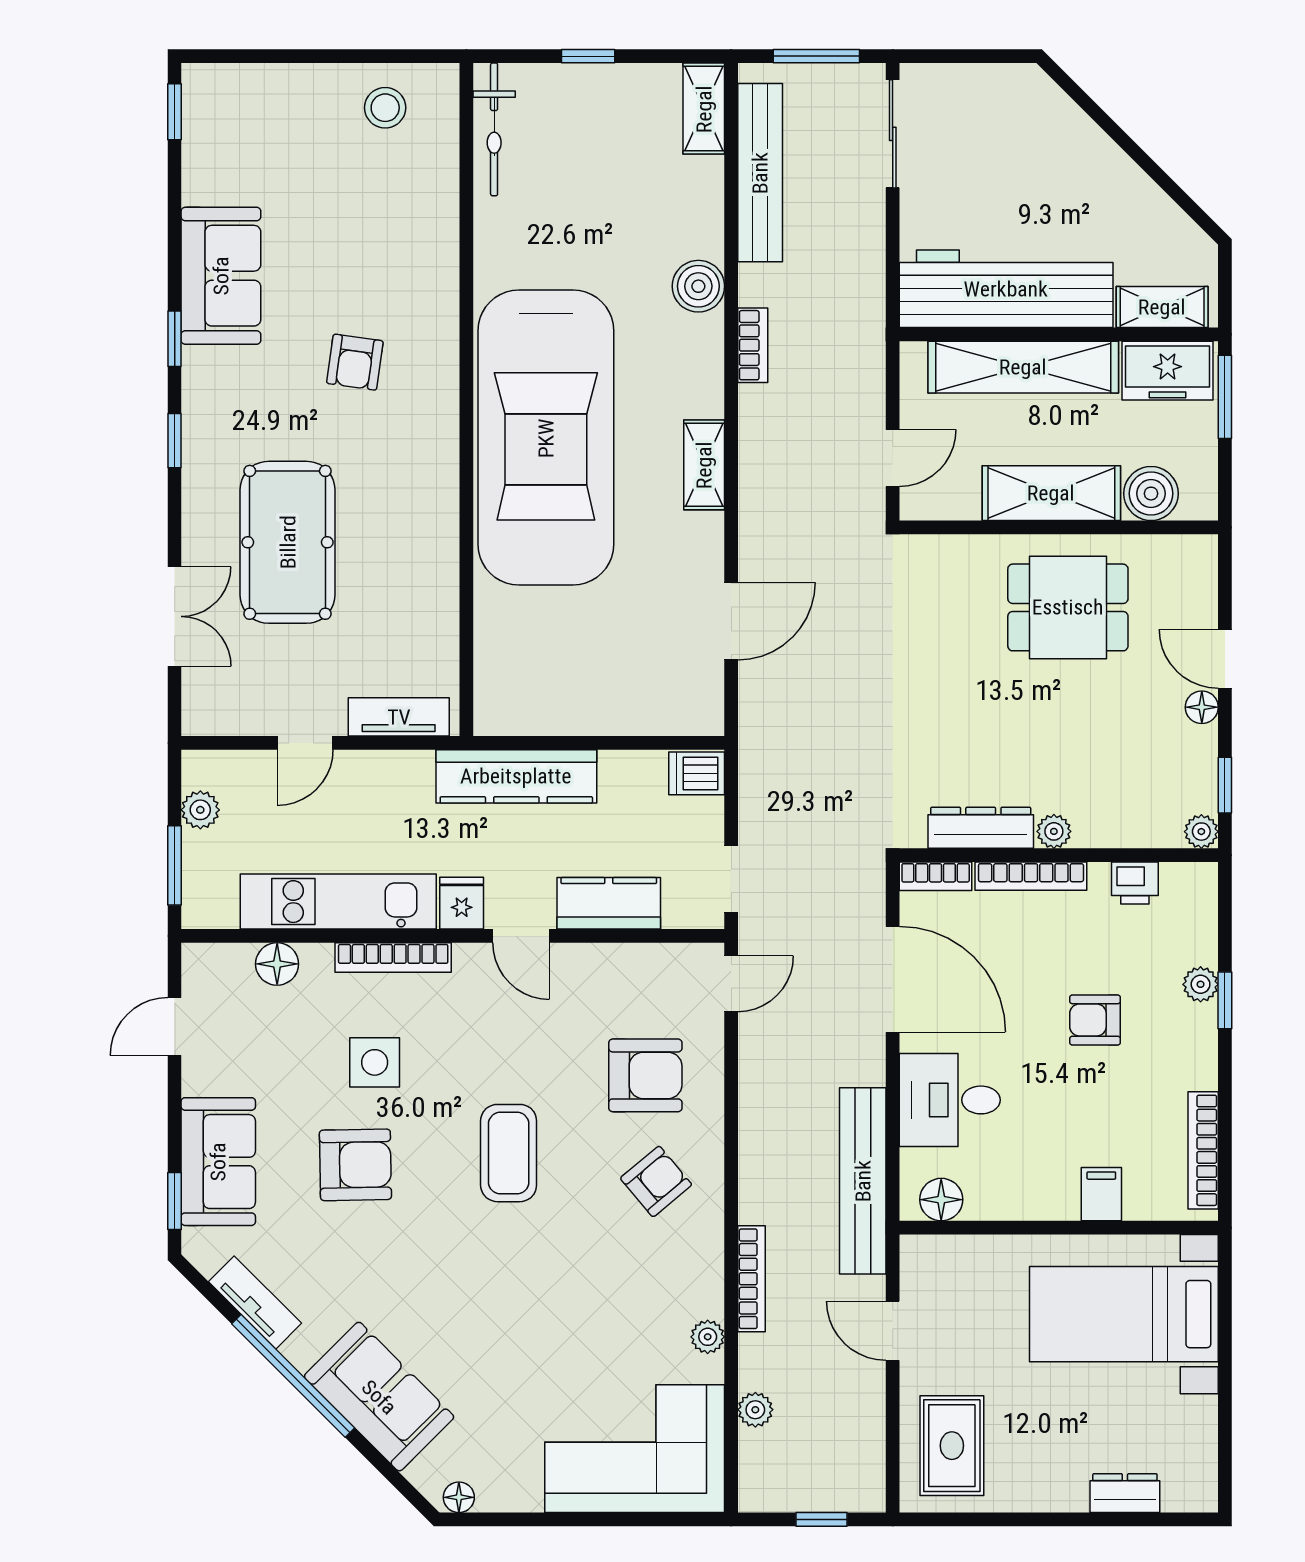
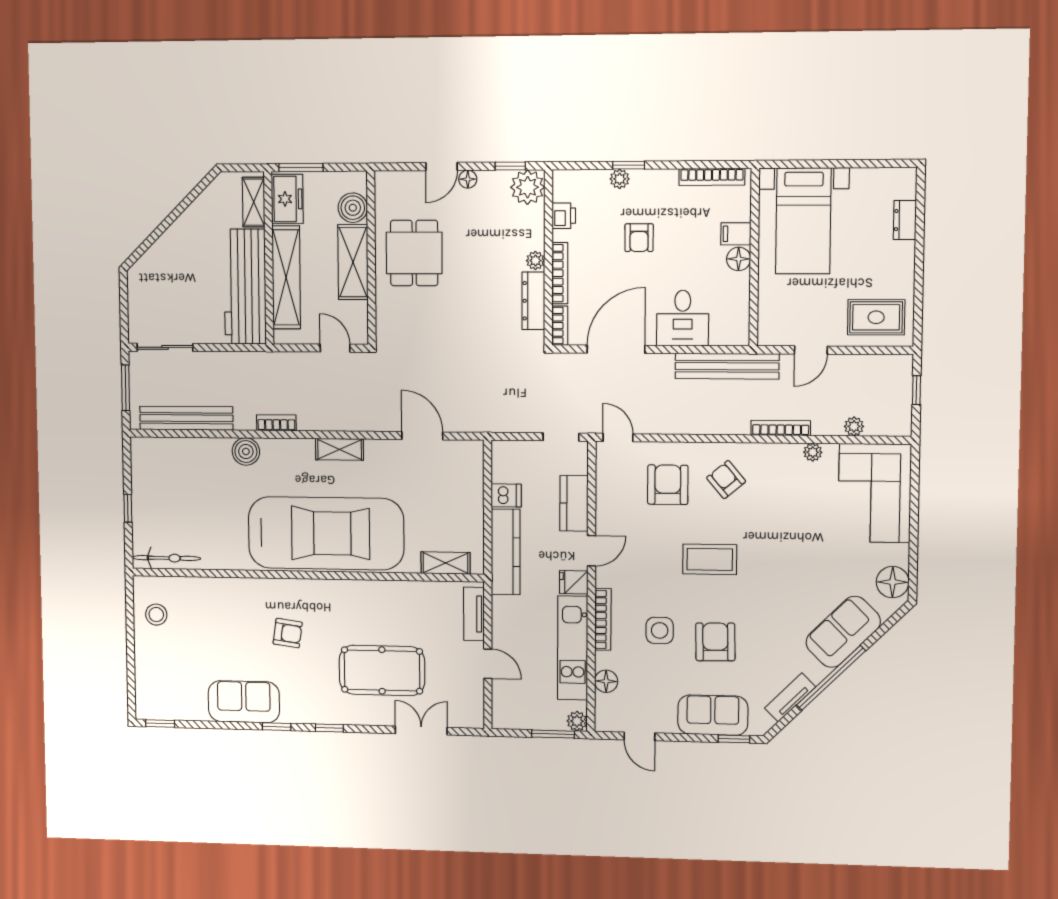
shelving: (704, 109) -> (446, 563), moved
dishwasher: (697, 773) -> (506, 495), moved, turned -90
plant: (200, 810) -> (577, 721), moved
plant: (1201, 832) -> (528, 187), width x1.87, depth x1.87
floor lamp: (941, 1200) -> (739, 259), moved
floor lamp: (459, 1497) -> (893, 582), width x1.89, depth x1.89

